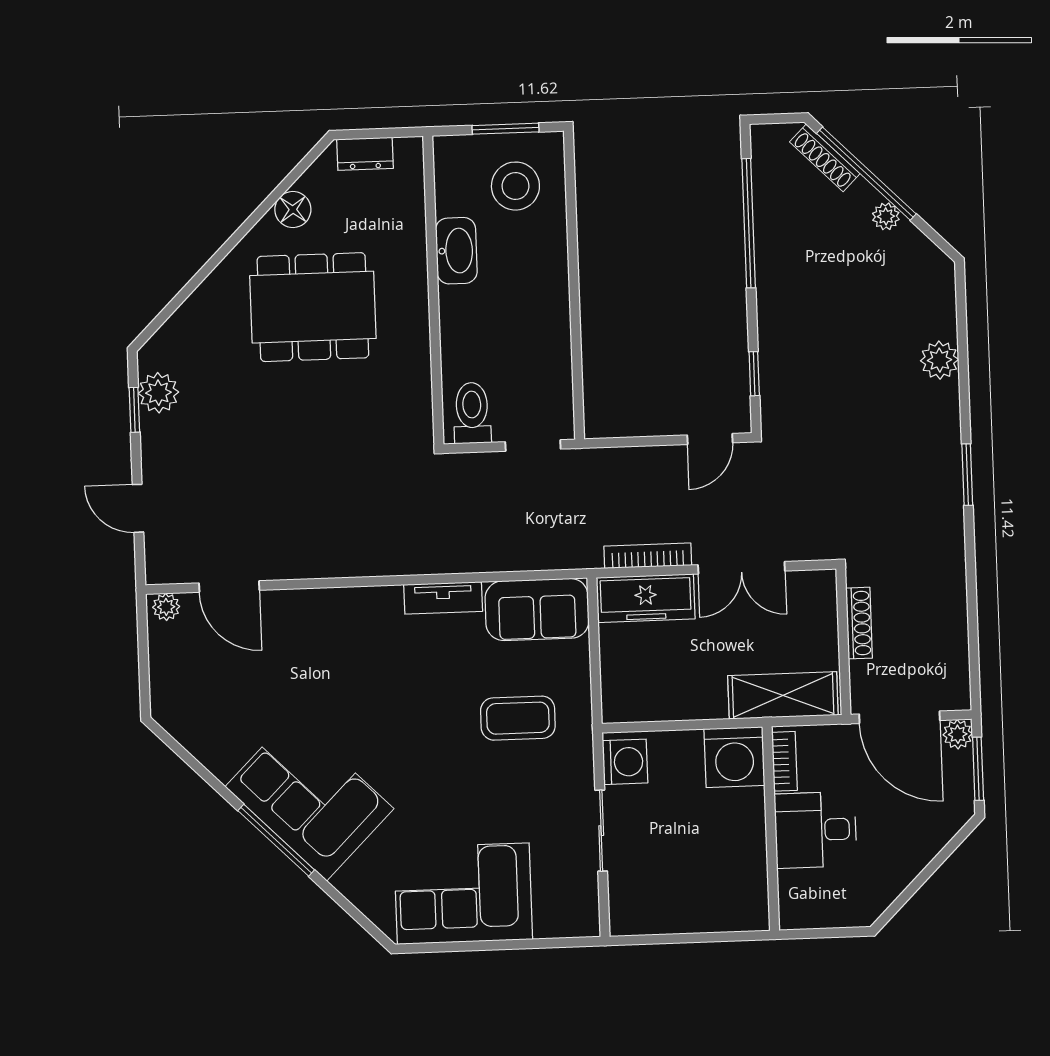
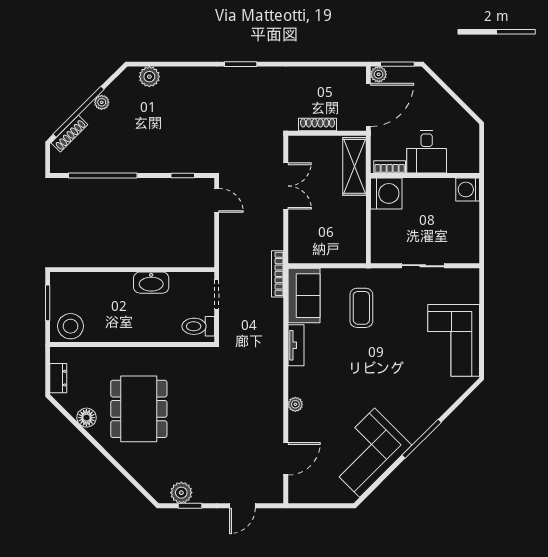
stool: (515, 186) -> (71, 326), moved
washbasin: (456, 251) -> (151, 283), moved, turned 180
plant: (939, 360) -> (149, 77), moved
bookcase: (648, 556) -> (278, 274), moved
freezer: (646, 598) -> (300, 238), removed
plant: (166, 607) -> (295, 404), moved
washing machine: (625, 762) -> (468, 189), moved, turned -90
corner sofa: (310, 798) -> (367, 453), moved

